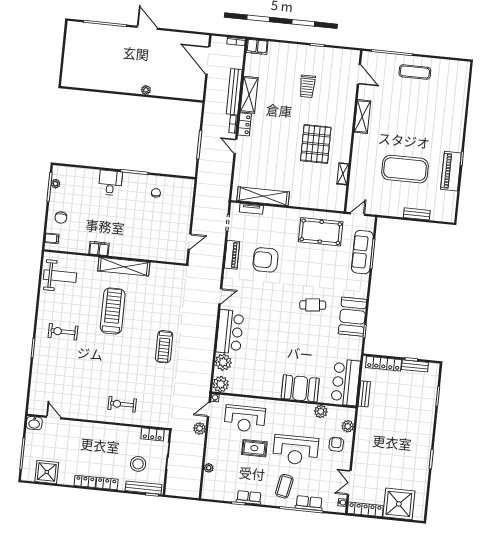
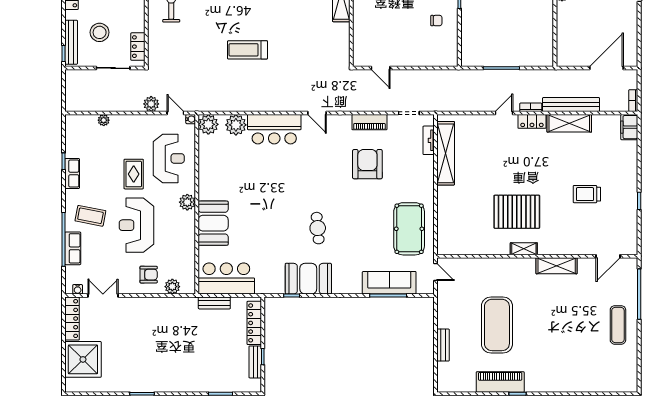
shelving: (343, 174) -> (524, 249), moved
plant: (321, 411) -> (187, 202), moved
reception desk: (245, 419) -> (169, 158), turned 180

